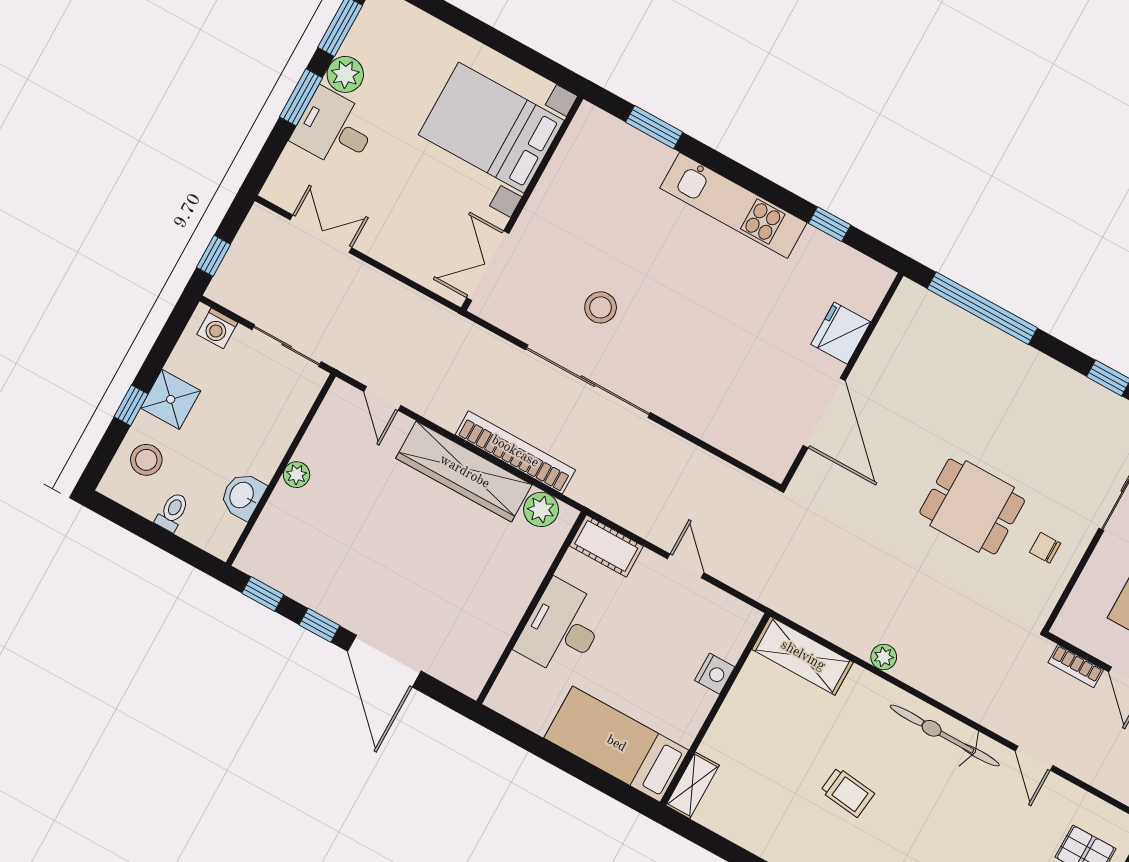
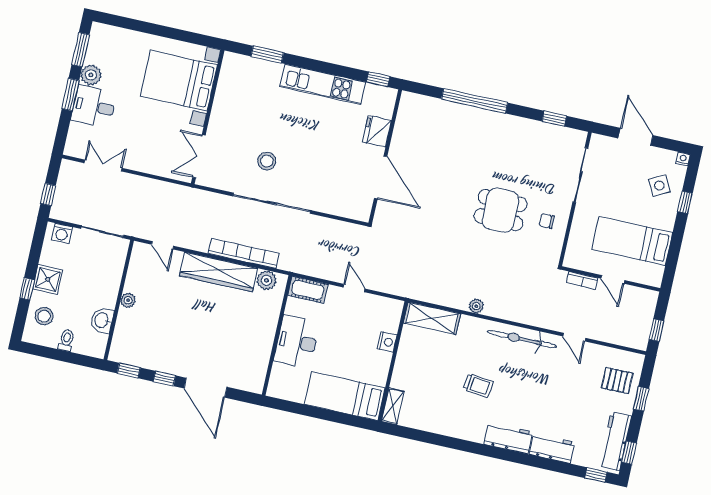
fridge: (841, 333) -> (377, 131), moved
wall: (842, 380) -> (385, 157), moved
door: (824, 413) -> (381, 177), moved

